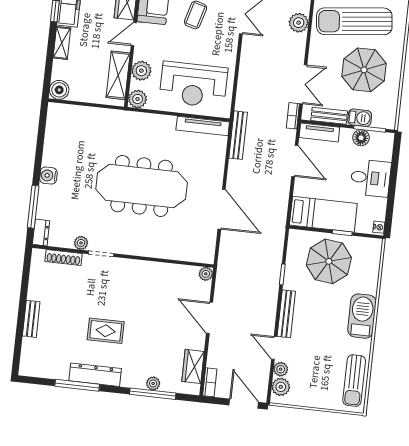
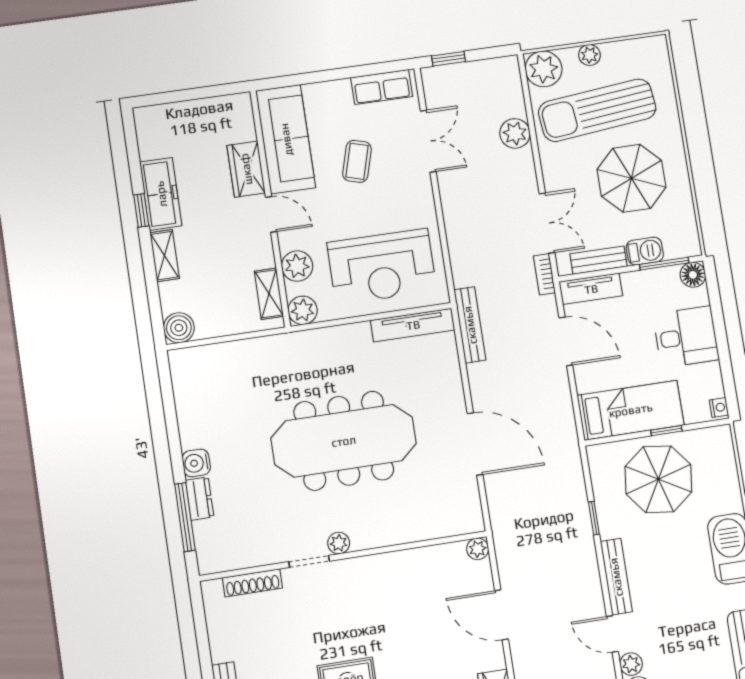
door: (134, 34) -> (271, 214), swing flipped
shelving: (118, 75) -> (269, 294), width x0.67, depth x0.75
floor lamp: (361, 138) -> (693, 275), moved
dresser: (41, 232) -> (200, 499), moved
plant: (81, 243) -> (339, 543), moved

